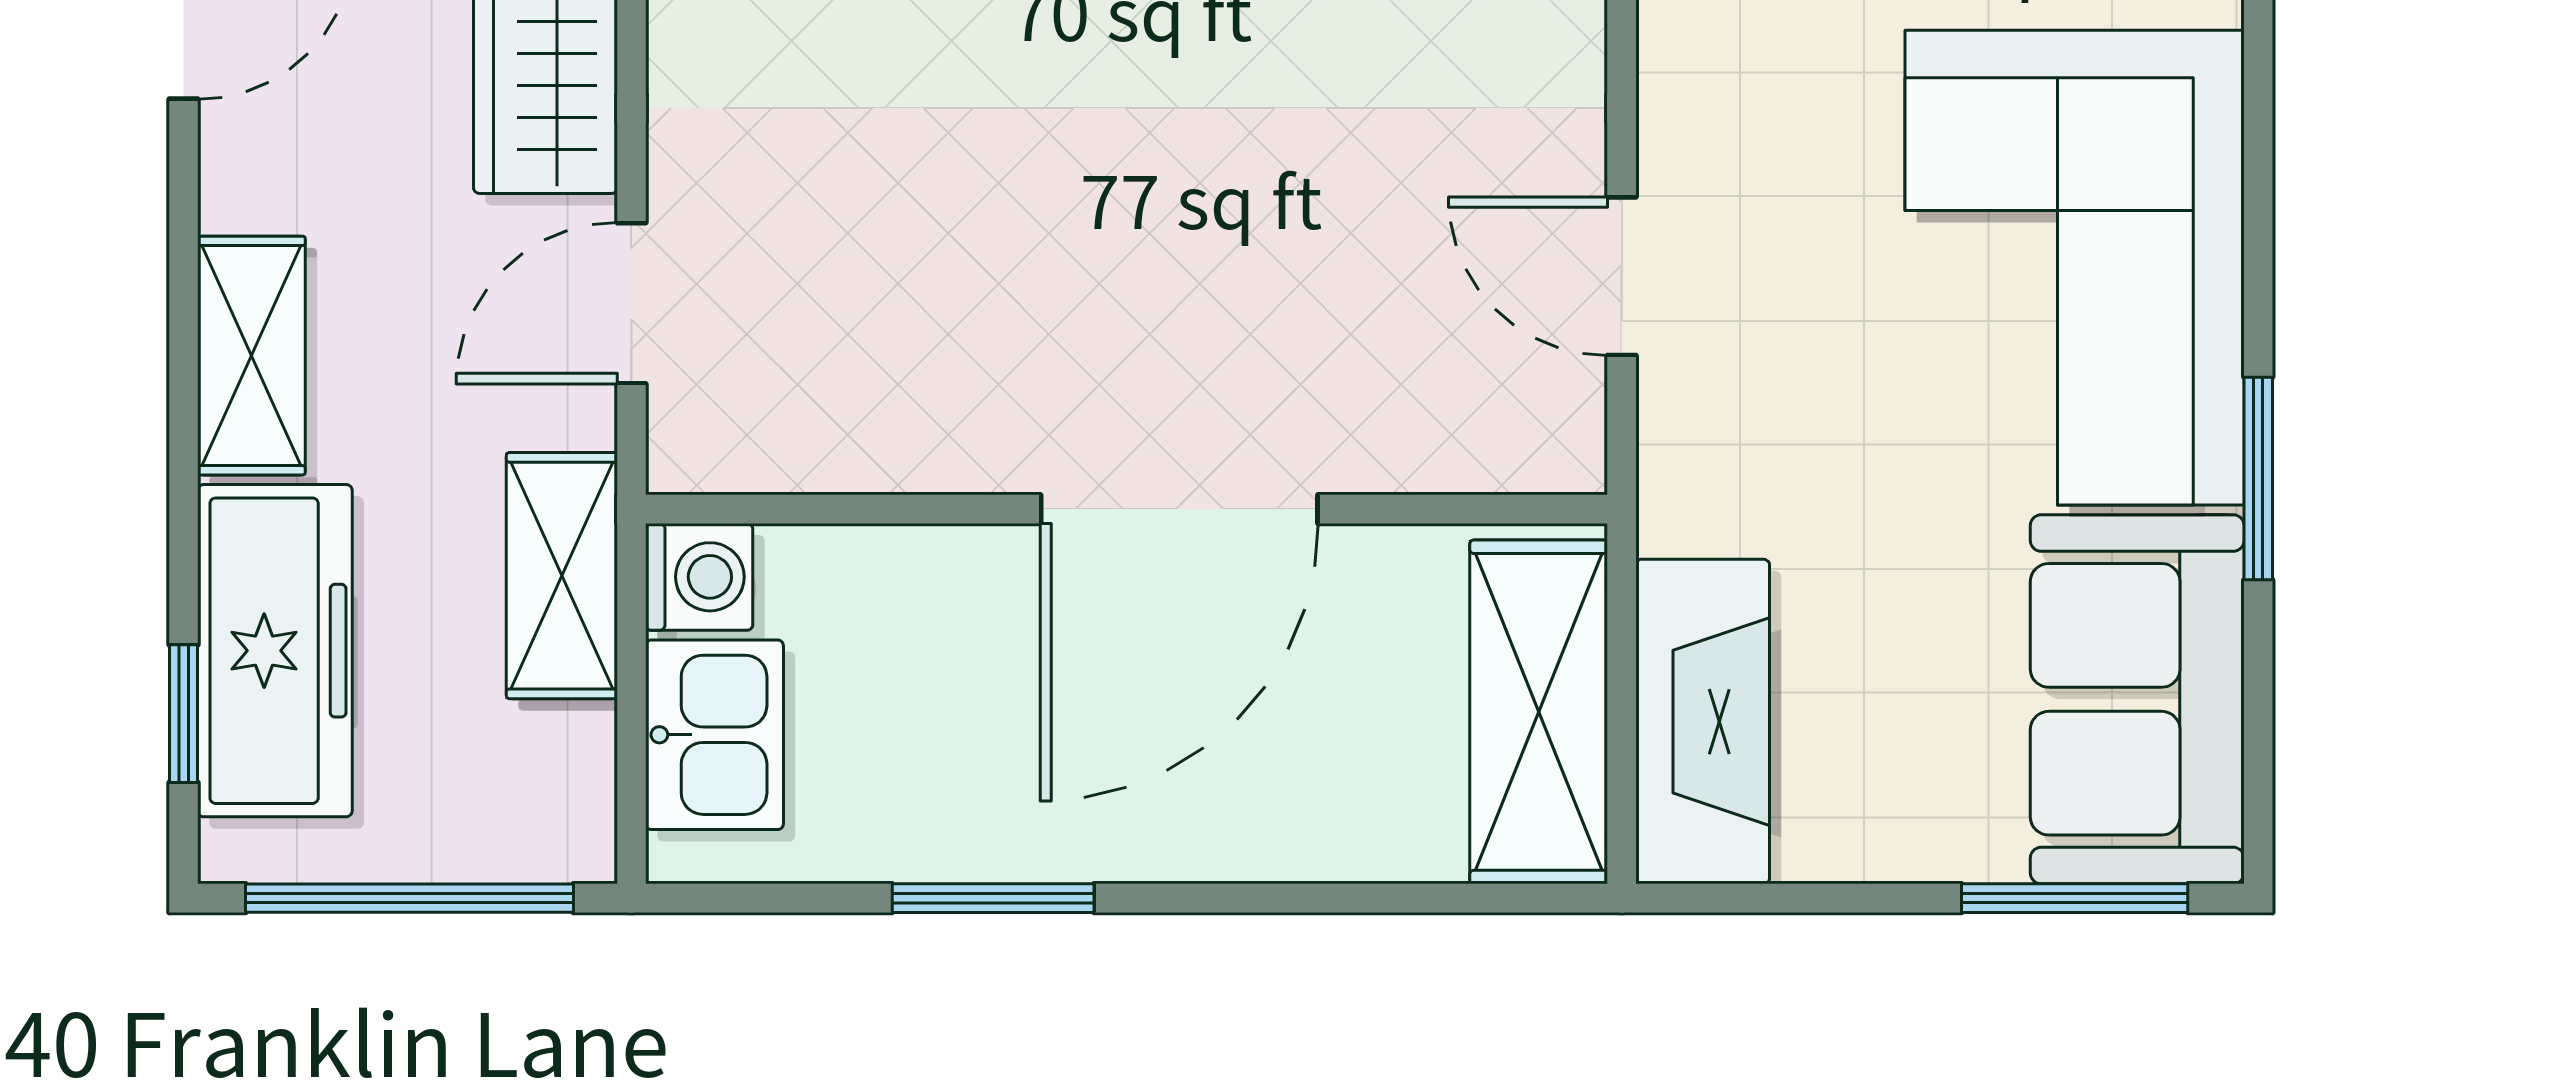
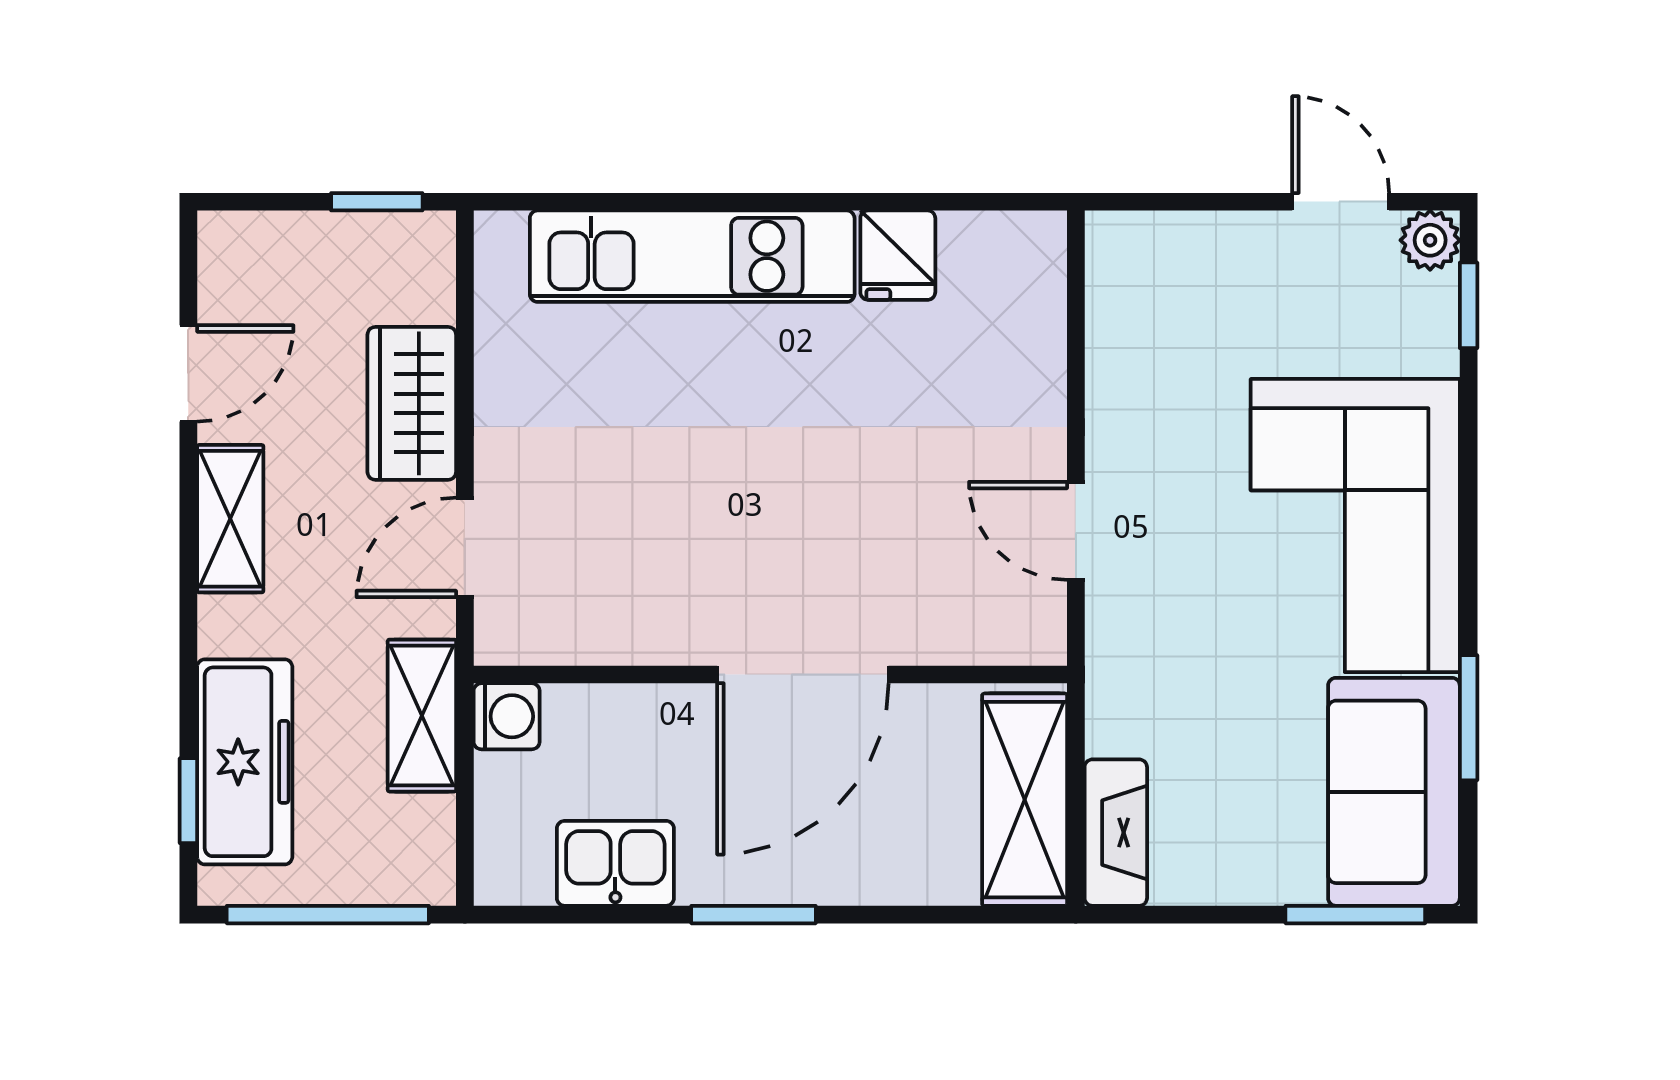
shelving: (251, 356) -> (230, 519), moved
window: (2258, 478) -> (1469, 718), moved
fireplace: (1703, 722) -> (1116, 833), width x0.73, depth x0.76
kitchen sink: (714, 735) -> (615, 863), moved, turned -90
window: (993, 898) -> (754, 915), moved

